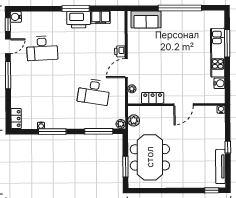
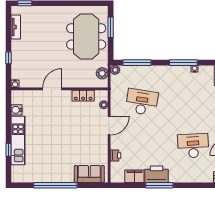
window: (227, 43) -> (8, 150), width x0.46
printer: (120, 51) -> (116, 155), moved
window: (228, 147) -> (8, 58), moved
tv unit: (220, 166) -> (16, 27), width x0.71

